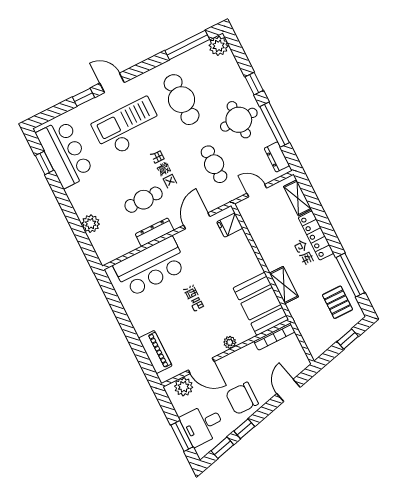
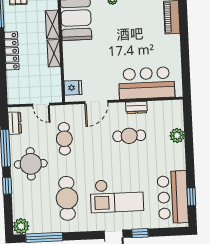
shelving: (298, 198) -> (54, 53), moved
dresser: (155, 232) -> (136, 107), width x0.70

